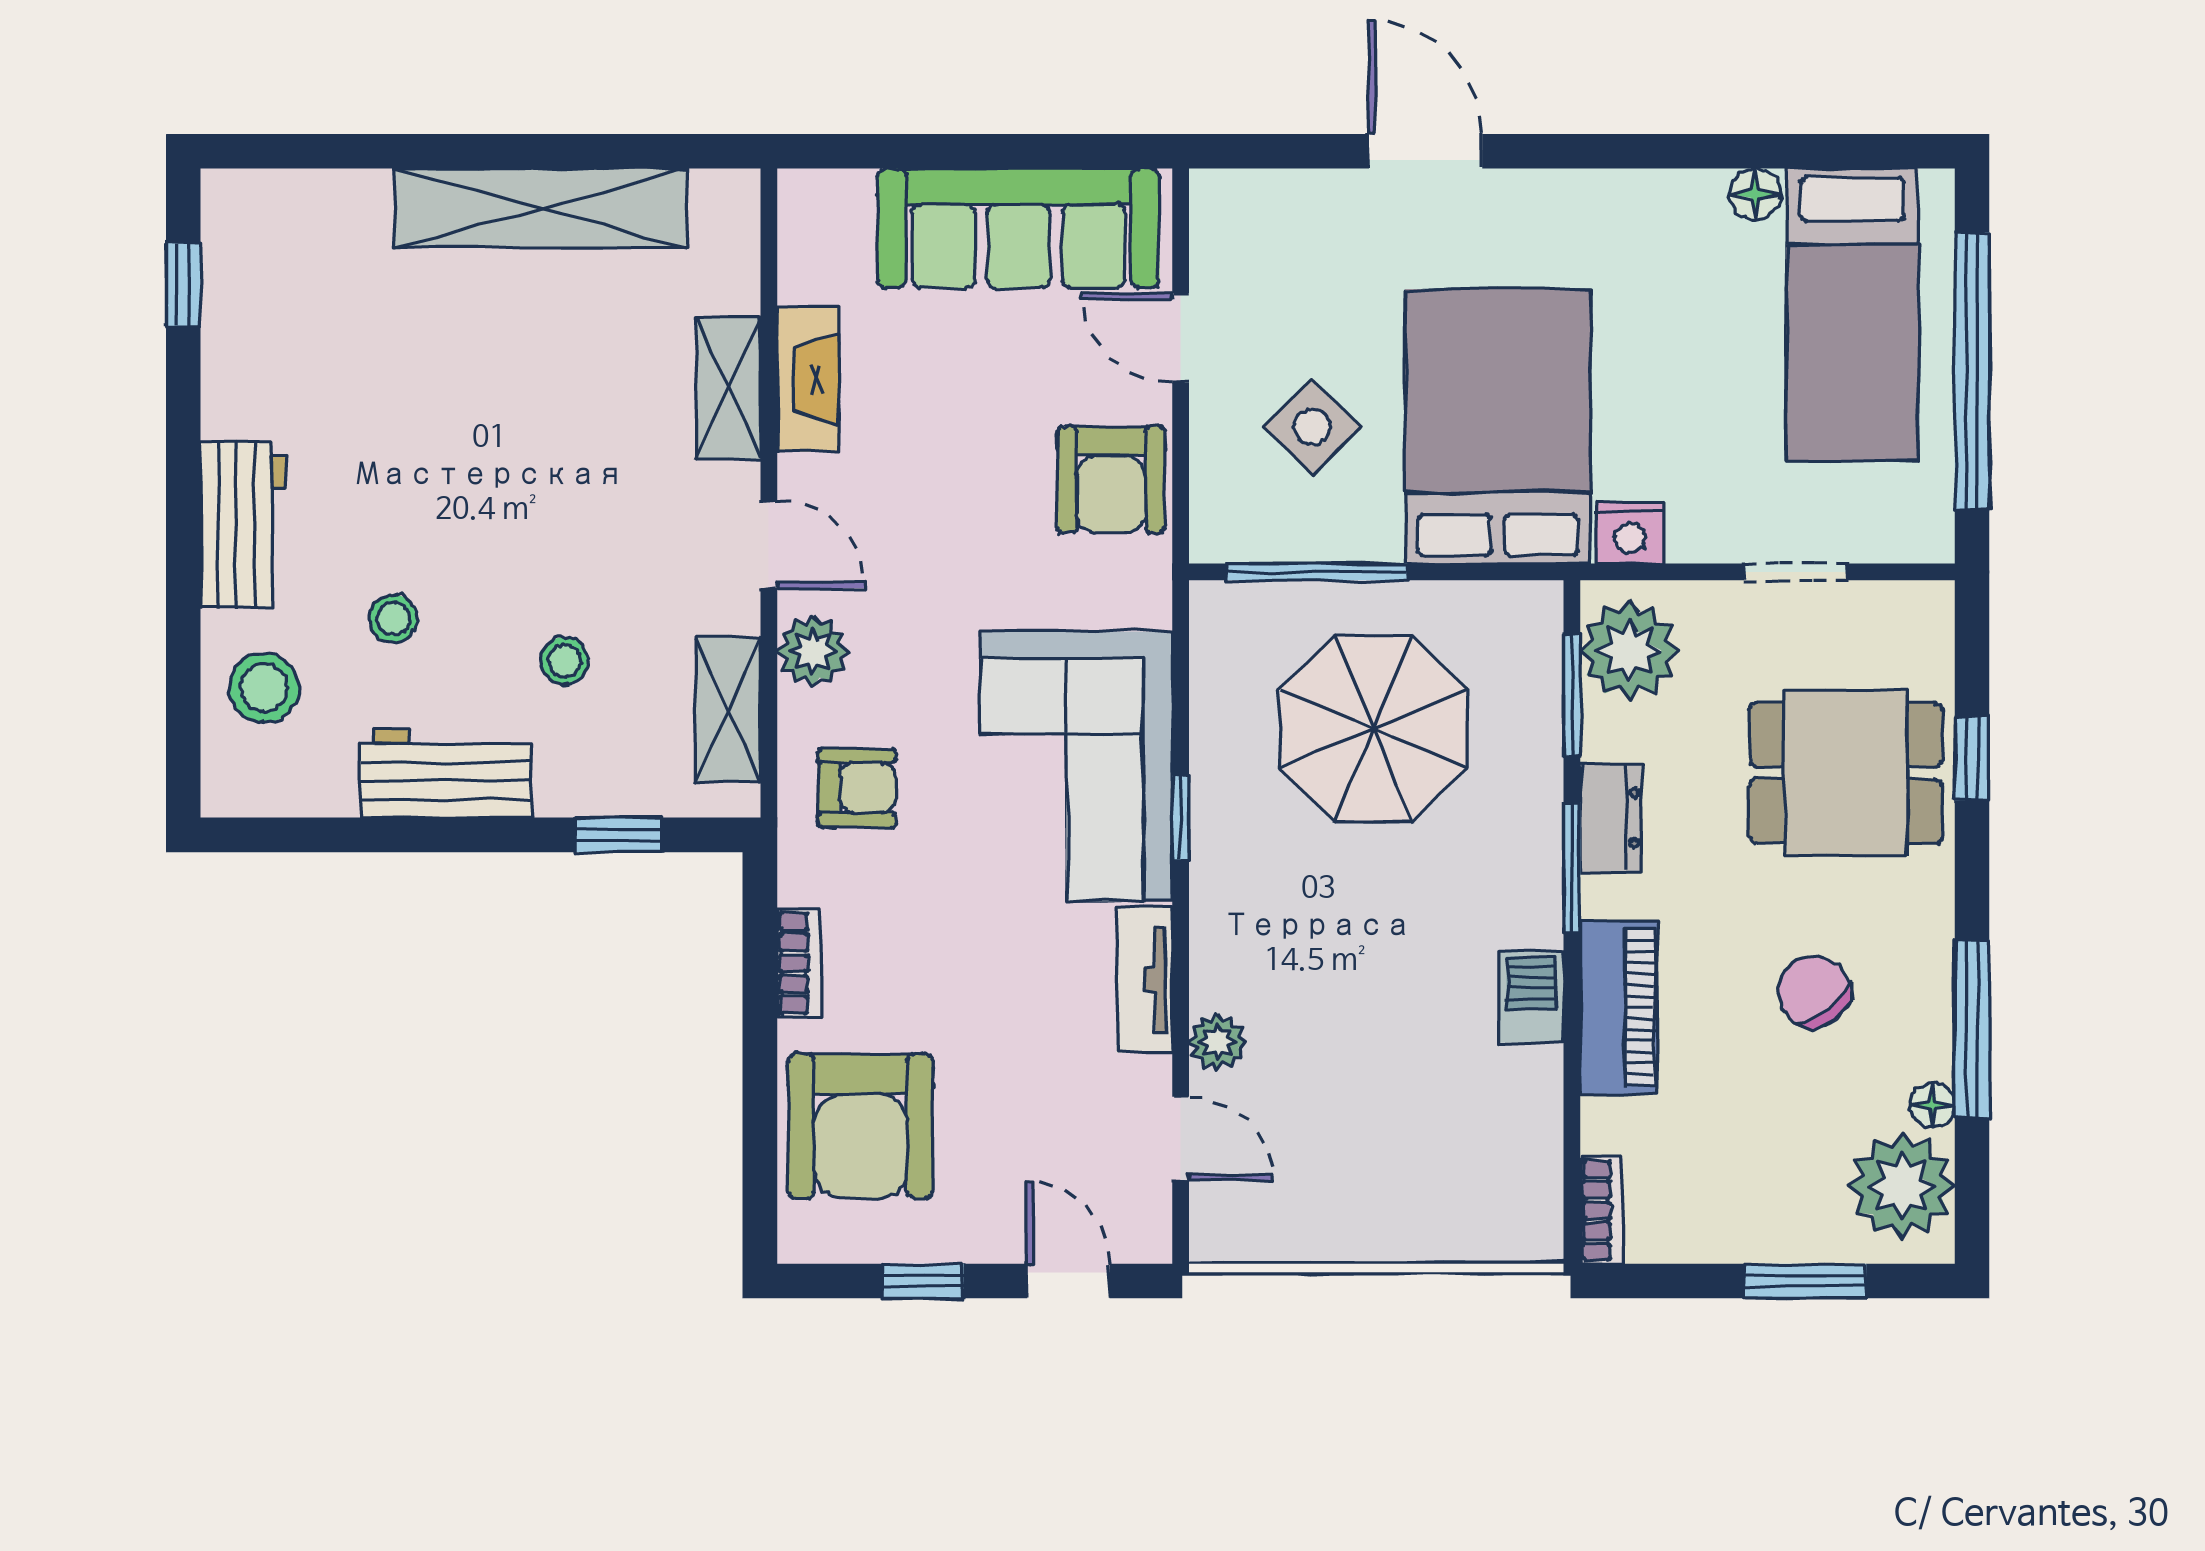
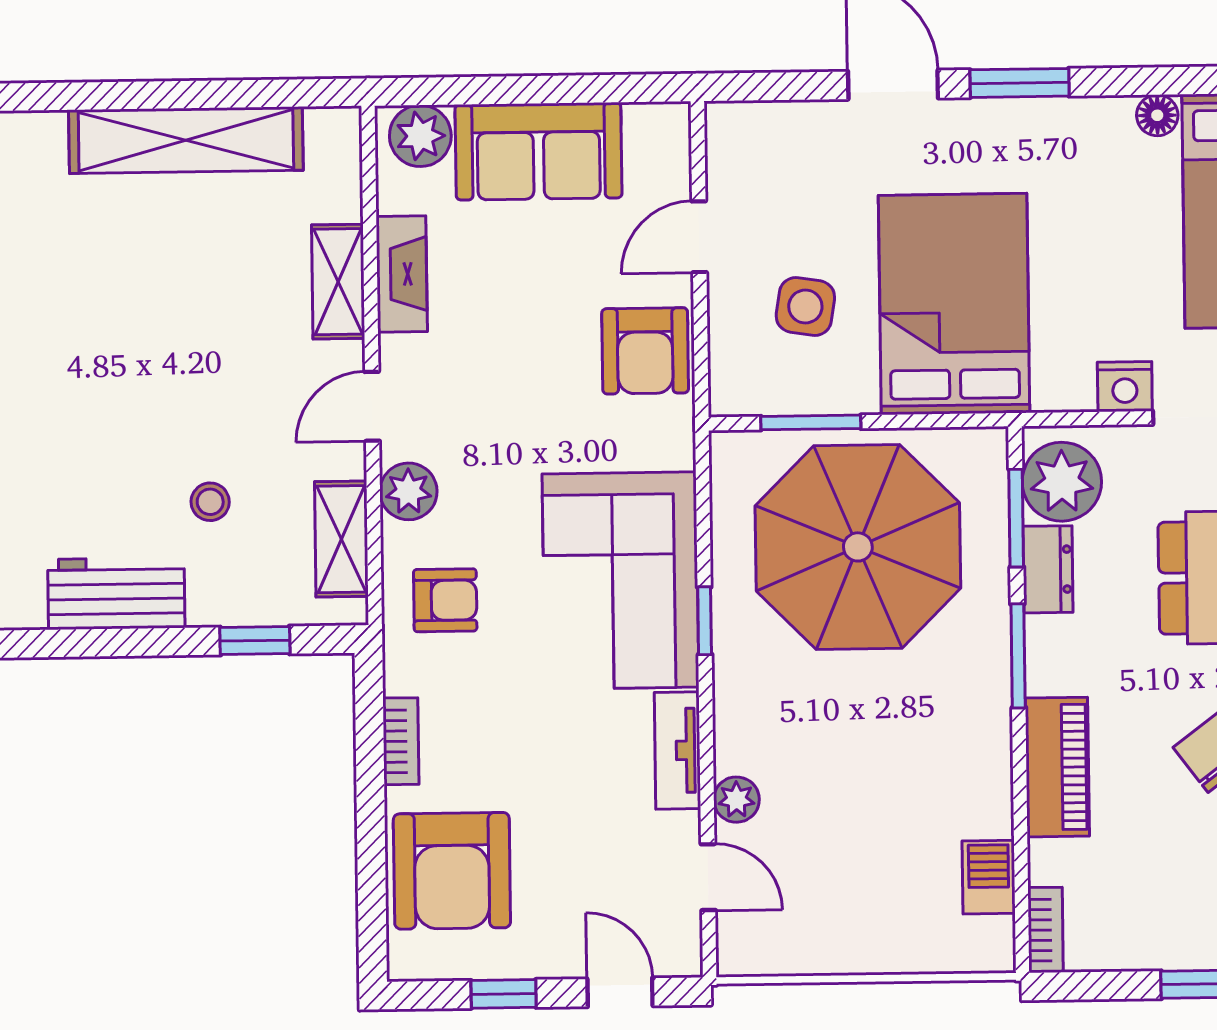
window: (1584, 151) -> (1020, 83), added
plant: (834, 207) -> (420, 136), added
sofa: (1019, 228) -> (539, 151), width x0.73
door: (1181, 338) -> (699, 237), hinge flipped
side table: (1312, 427) -> (805, 307), turned -36
nightstand: (1630, 533) -> (1125, 387), moved
door: (769, 544) -> (372, 406), swing flipped
window: (1317, 572) -> (811, 422), width x0.69
stool: (393, 619) -> (73, 470), removed
parasol: (1373, 728) -> (858, 547), width x1.36, depth x1.36
dresser: (1611, 818) -> (1048, 569), moved
barbecue: (1531, 997) -> (989, 877), moved

